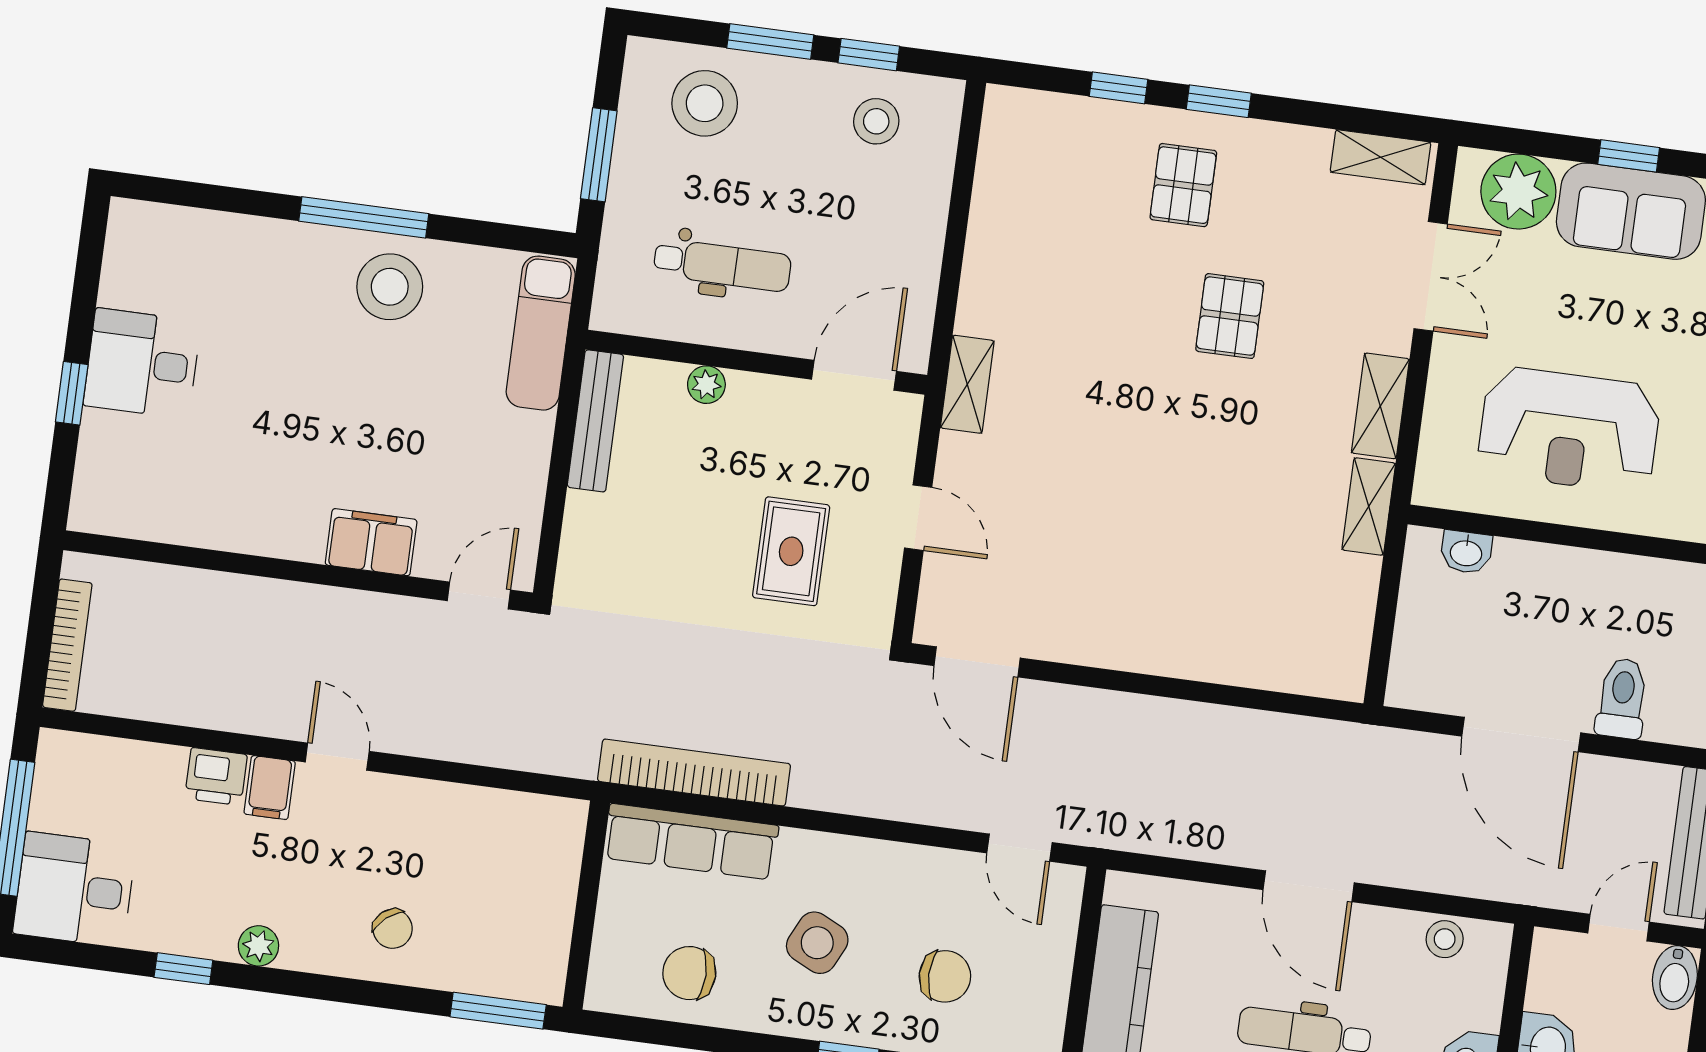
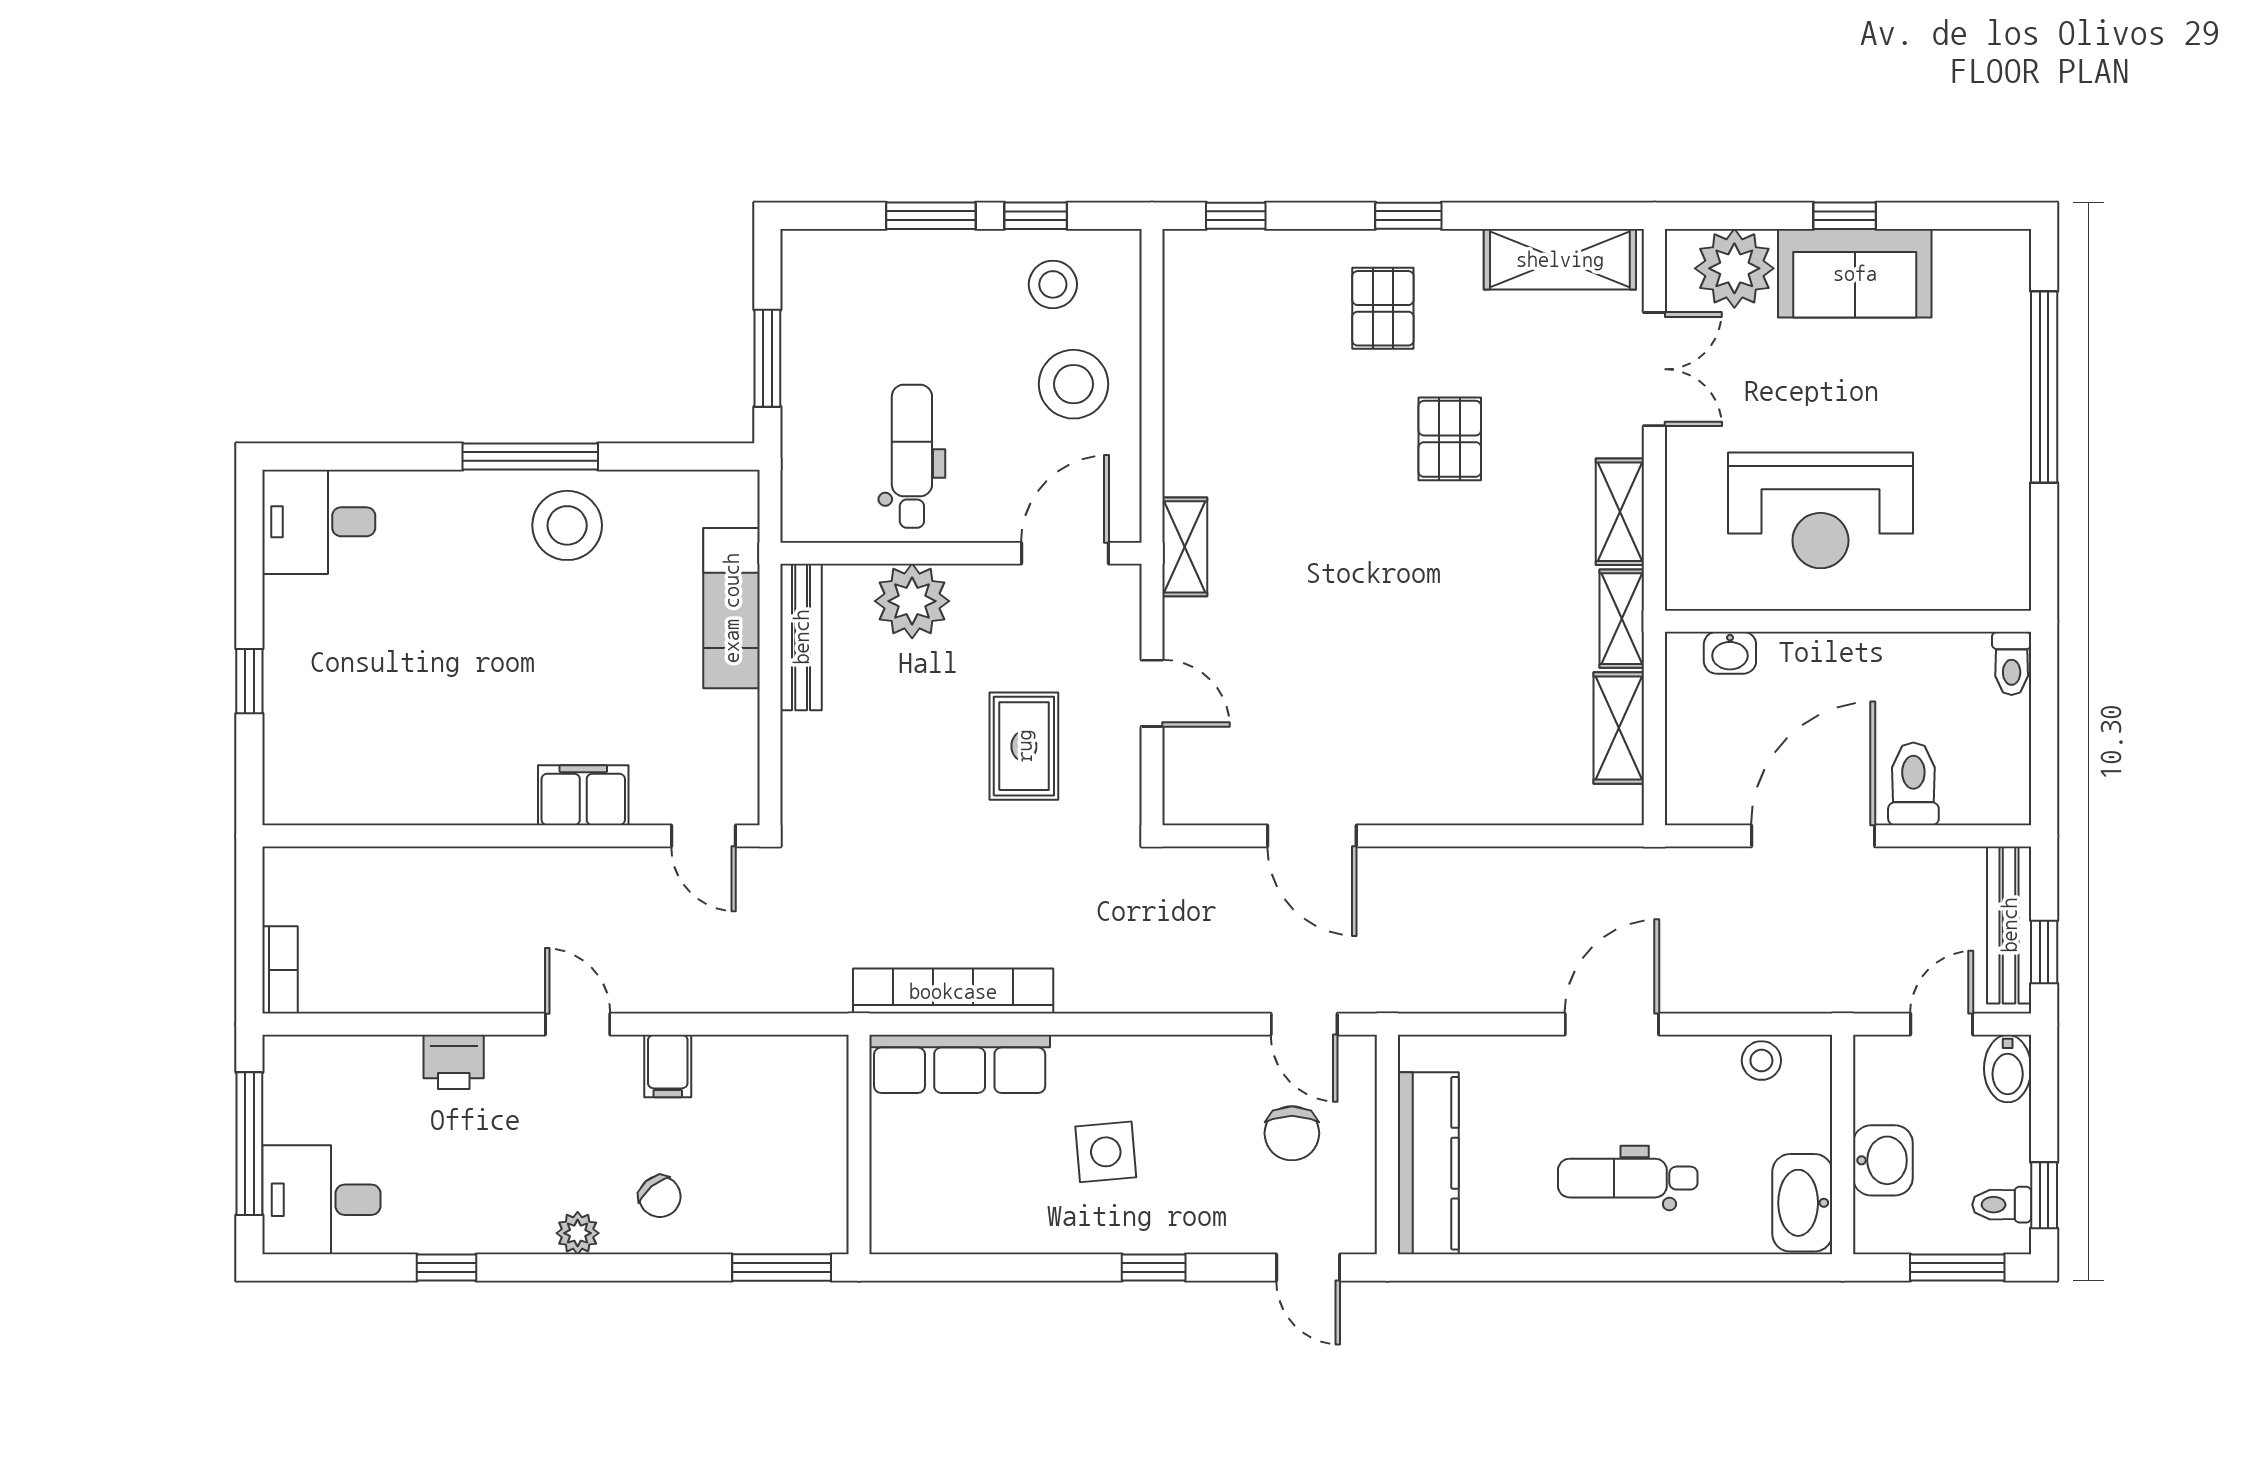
window: (1119, 88) -> (1236, 216), moved
stool: (705, 103) -> (1074, 384), moved
shelving: (1381, 157) -> (1560, 259), width x1.50, depth x1.33
dental chair: (722, 265) -> (912, 456), turned -90
exam couch: (541, 333) -> (731, 608), moved
desk: (142, 363) -> (319, 522), moved
plant: (706, 385) -> (912, 601), width x1.88, depth x1.88
door: (479, 595) -> (703, 836), swing flipped
shelving: (1352, 609) -> (1619, 728), added
bookcase: (67, 645) -> (280, 970), width x0.64
door: (977, 662) -> (1312, 836), moved
door: (1521, 734) -> (1813, 836), swing flipped
filing cabinet: (270, 788) -> (668, 1066), moved
door: (1309, 886) -> (1612, 1024), swing flipped
side table: (817, 943) -> (1106, 1152), turned -31
plant: (258, 946) -> (578, 1233), moved
chair: (689, 973) -> (976, 1201), removed
chair: (945, 976) -> (1292, 1133), moved, turned 90

